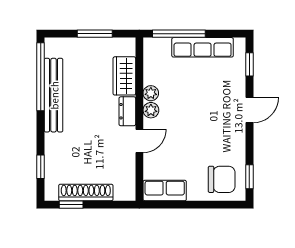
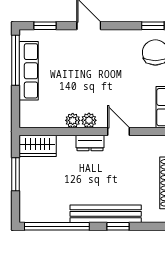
window: (179, 34) -> (16, 60), moved
wardrobe: (124, 76) -> (38, 146), moved
bench: (54, 95) -> (106, 214), moved
window: (41, 167) -> (118, 226), moved

